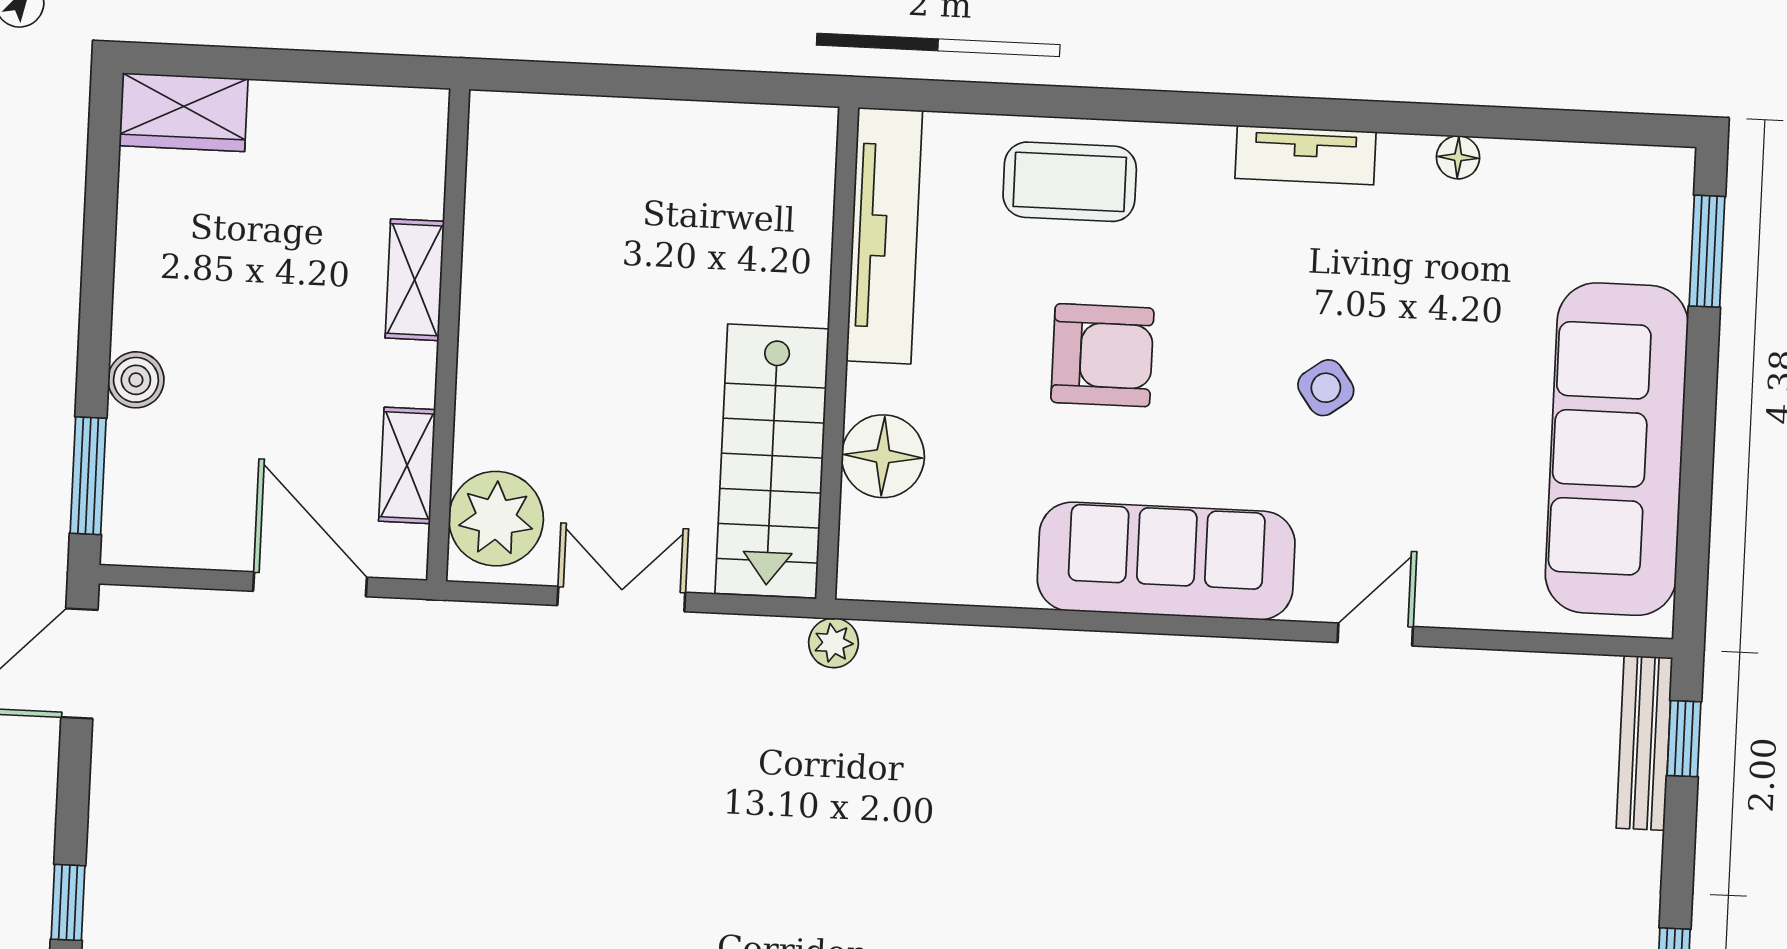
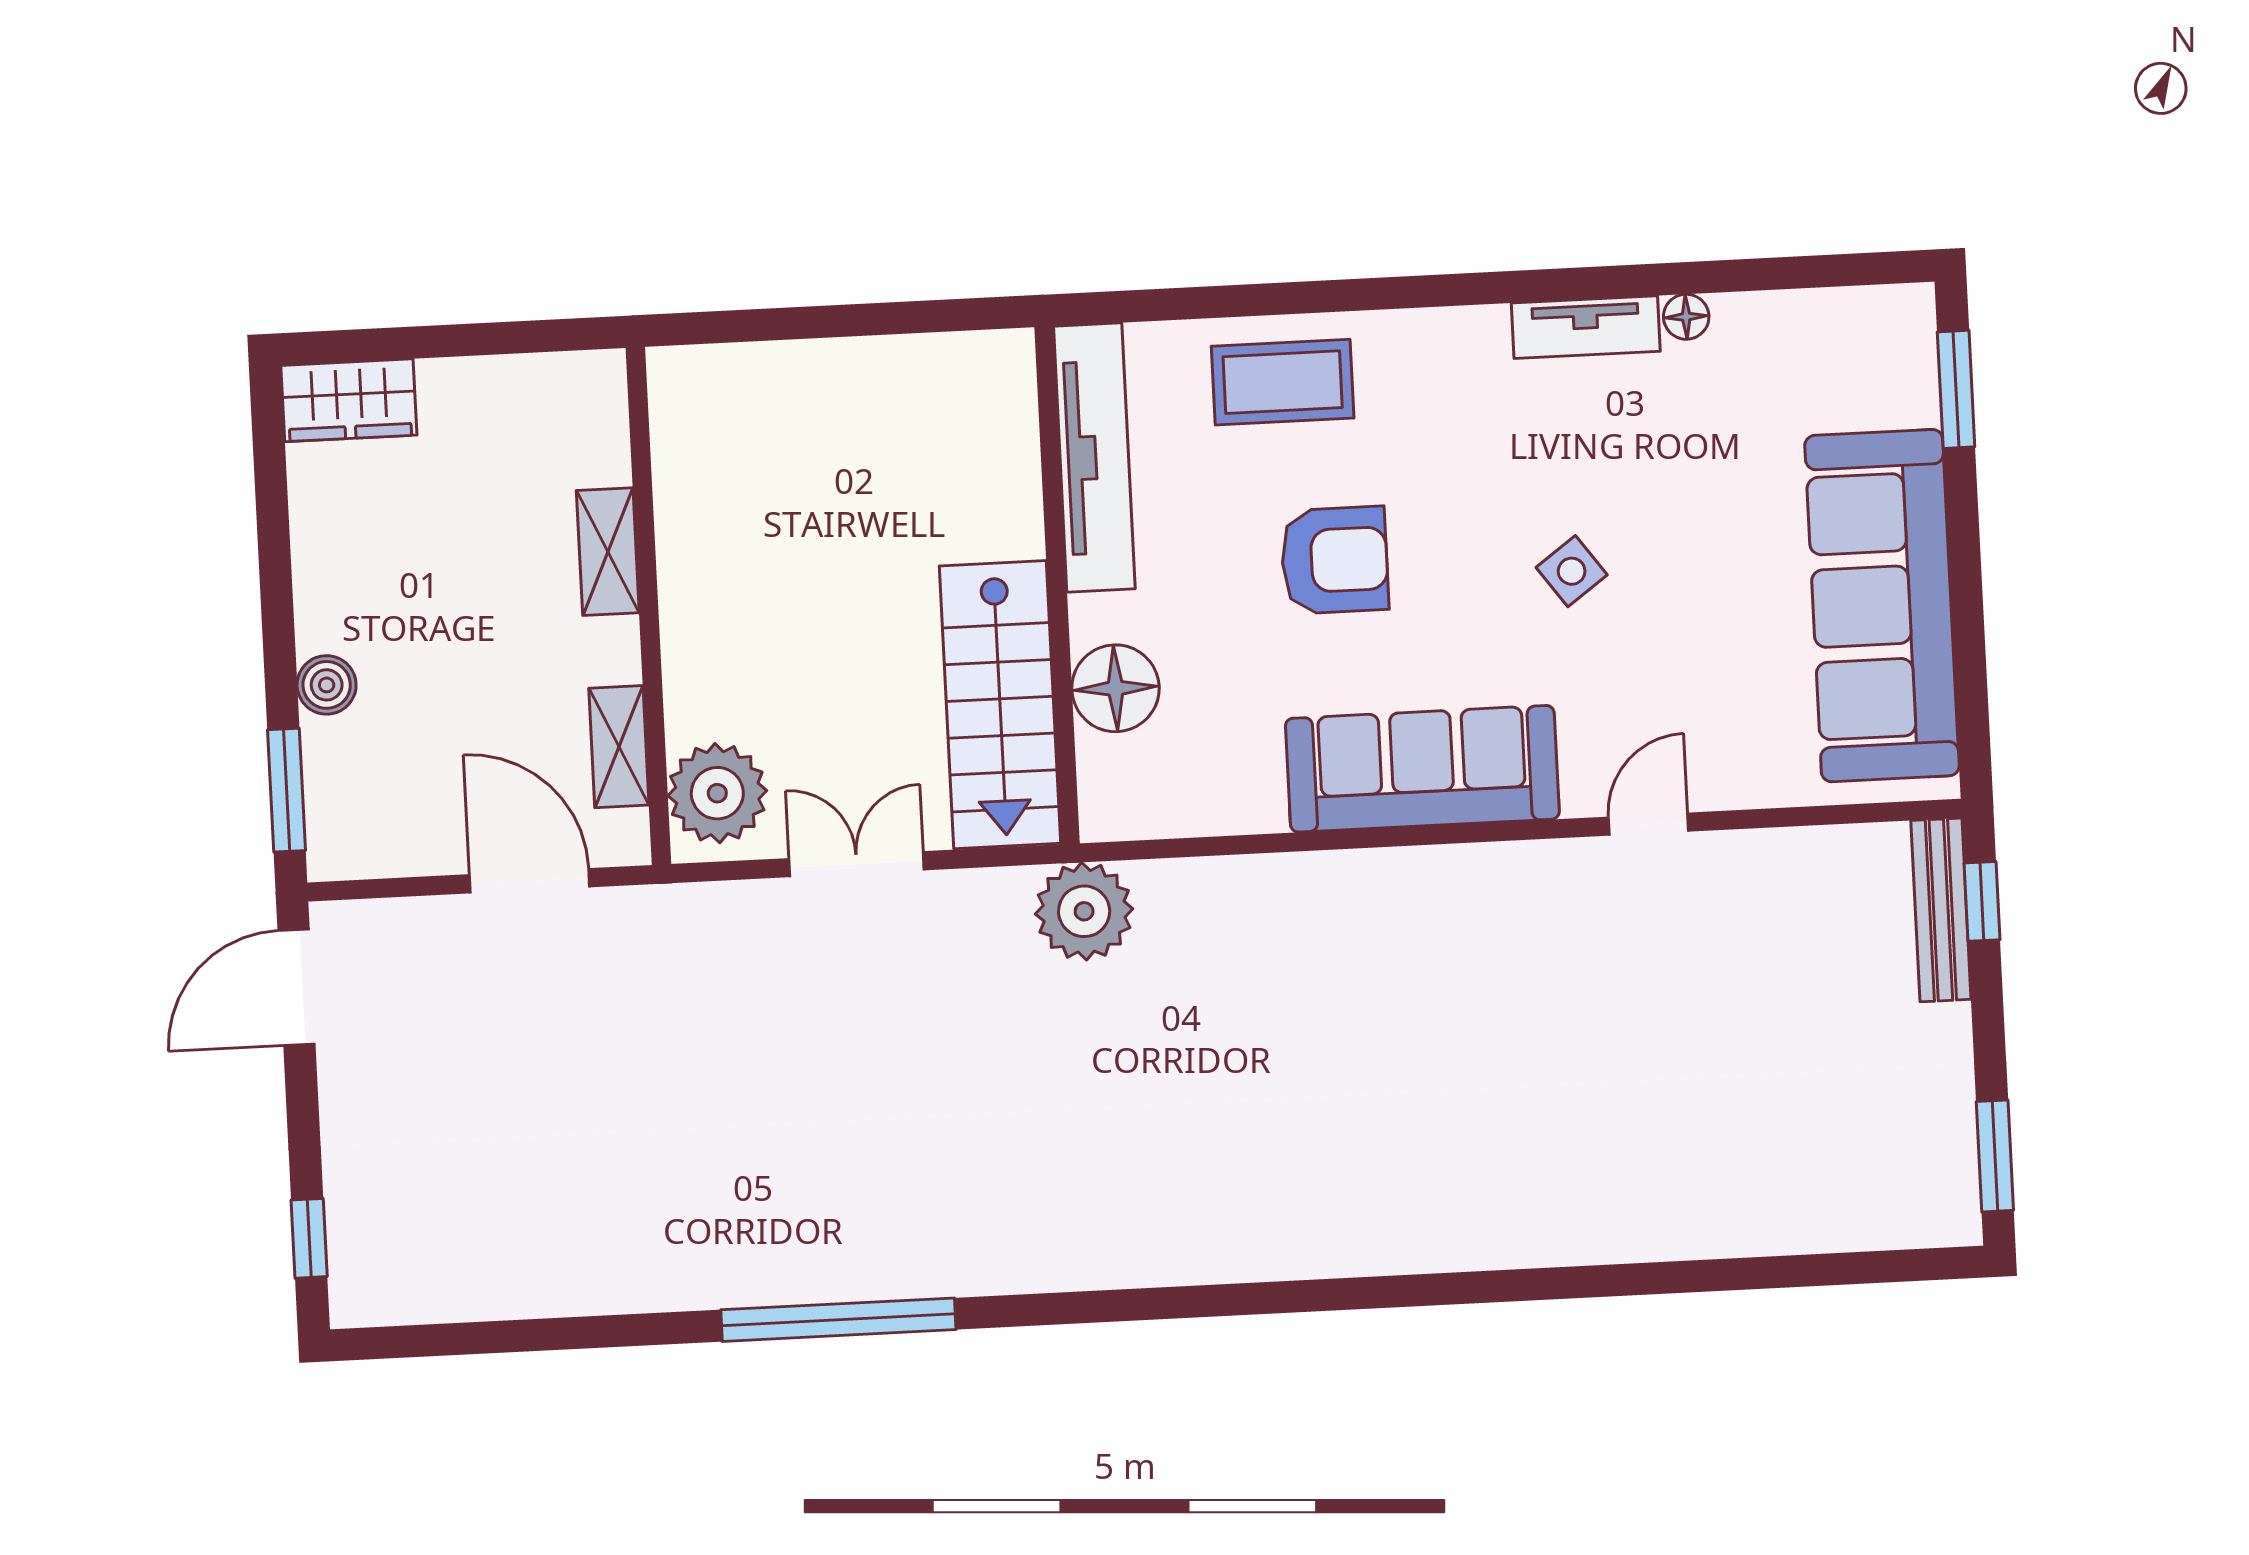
tv unit: (1306, 155) -> (1586, 327), moved
plant: (834, 643) -> (1084, 911), width x1.88, depth x1.88

